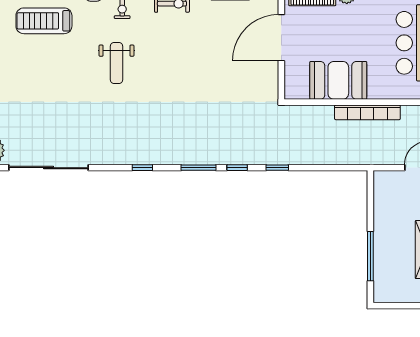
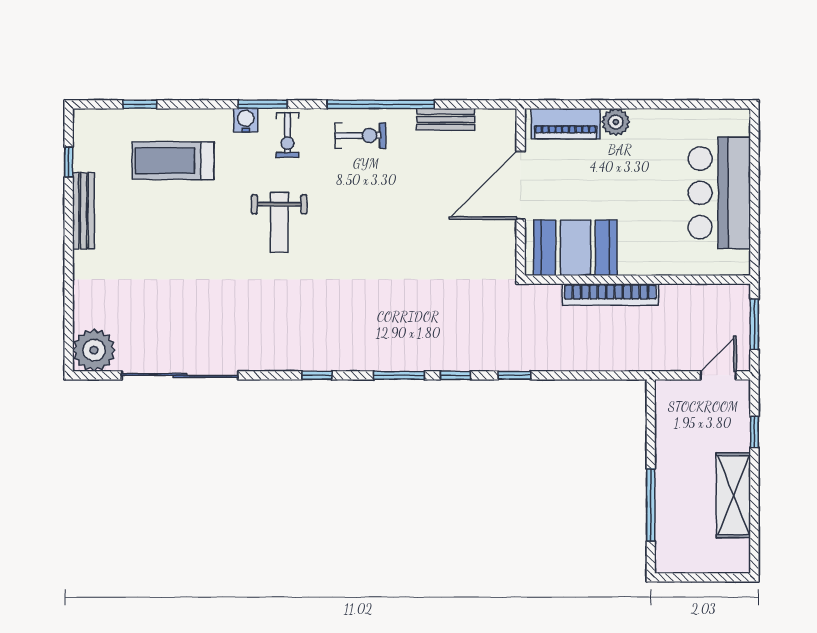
booth: (338, 80) -> (575, 248), moved
bookcase: (367, 112) -> (610, 295), moved

